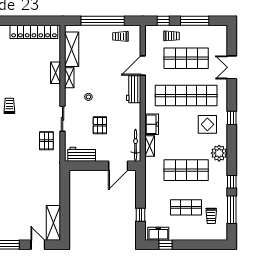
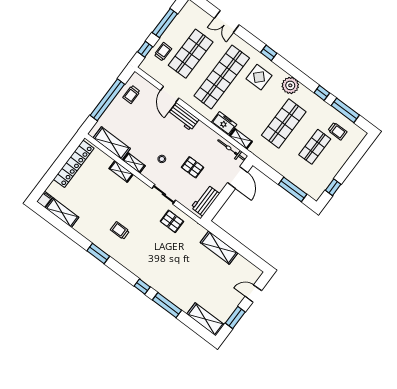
window: (141, 215) -> (293, 189), width x2.17
shelving: (53, 223) -> (219, 248), moved
freezer: (158, 234) -> (319, 186), removed

